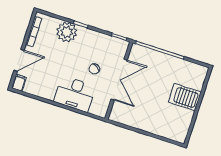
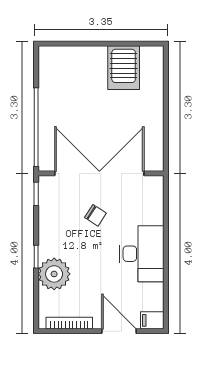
double door: (119, 80) -> (99, 173), width x1.36
desk: (75, 94) -> (142, 254), moved
server rack: (185, 97) -> (124, 68), moved

